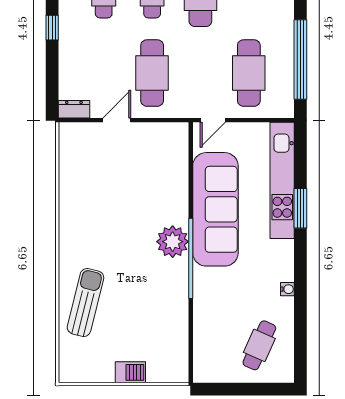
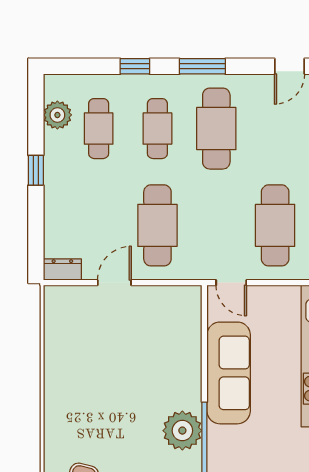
door: (213, 120) -> (231, 283), hinge flipped
sofa: (215, 209) -> (229, 373), width x0.74, depth x0.79

